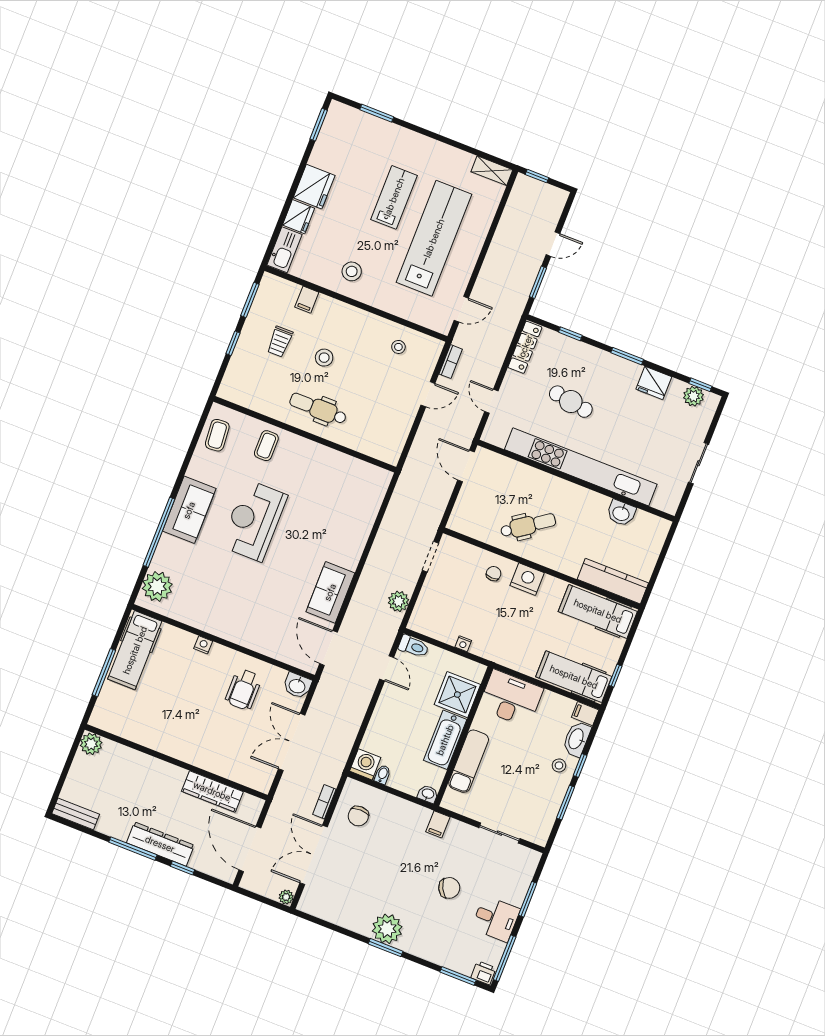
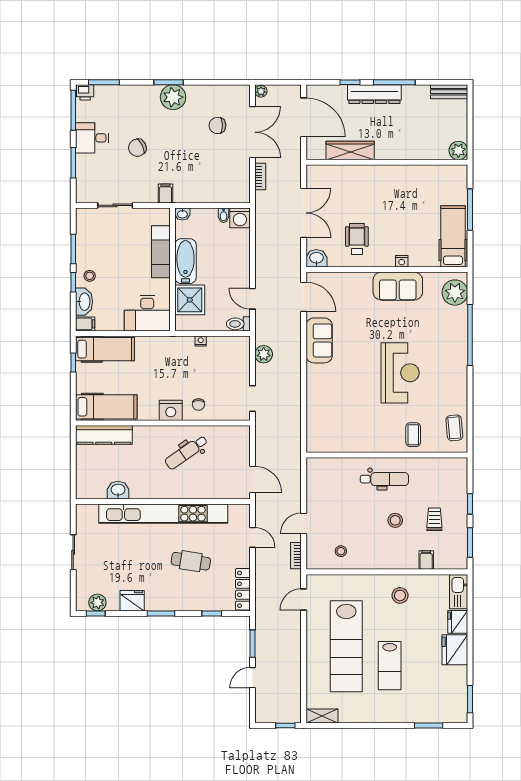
sofa: (189, 510) -> (398, 286), moved, turned -90
chair: (358, 816) -> (217, 125), moved, turned -90

